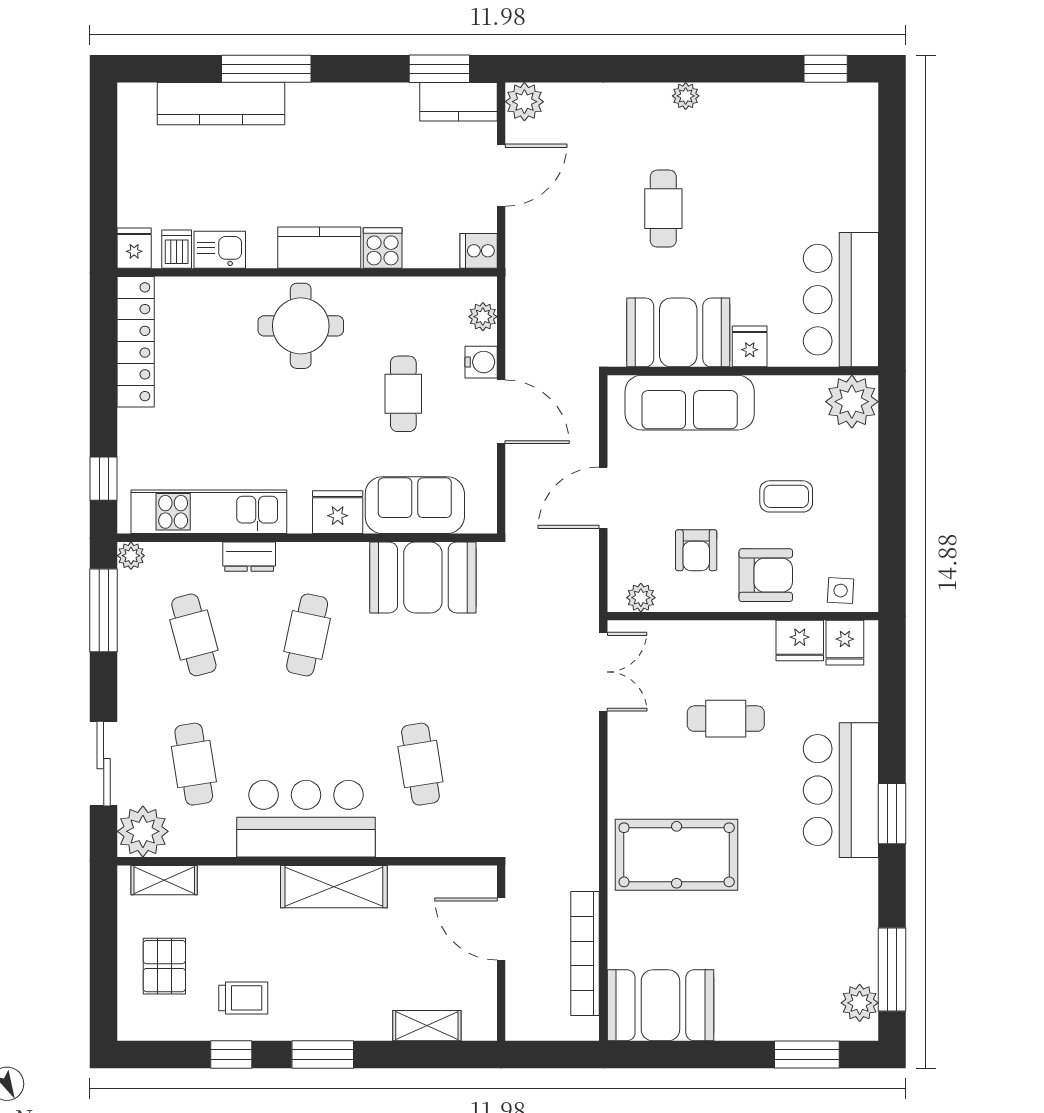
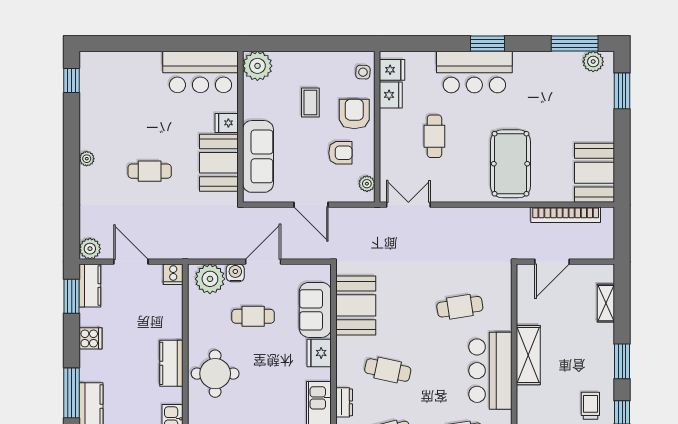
cooker: (383, 248) -> (91, 338), moved, turned 180
plant: (483, 317) -> (210, 279), width x1.88, depth x1.88

